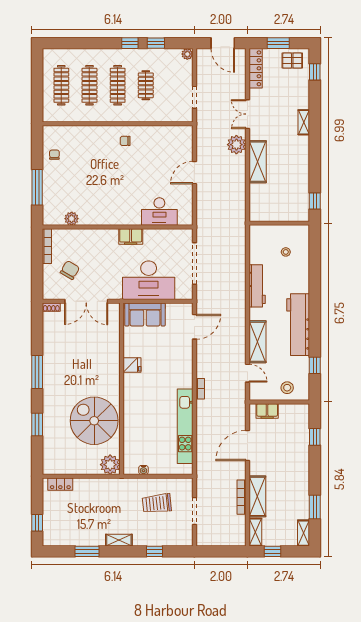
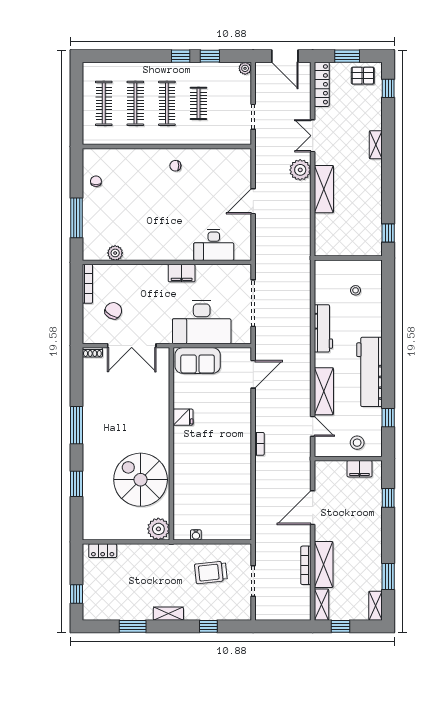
filing cabinet: (267, 411) -> (359, 469), moved
kitchen unit: (185, 426) -> (243, 486), removed

